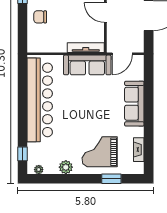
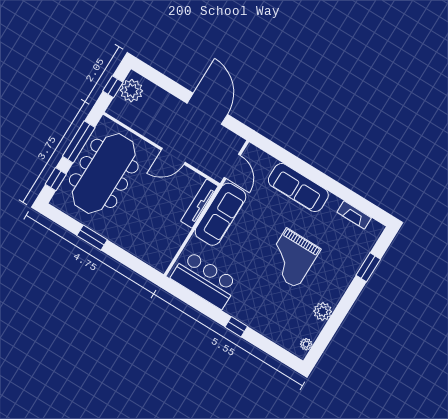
chair: (40, 17) -> (132, 234), removed
bar counter: (40, 100) -> (205, 280), width x0.54
grand piano: (100, 152) -> (292, 258), moved
window: (22, 154) -> (236, 327), moved

